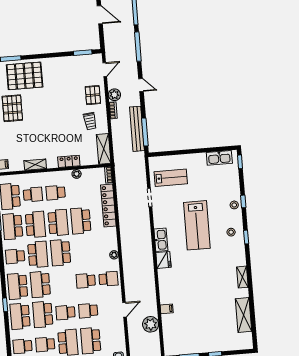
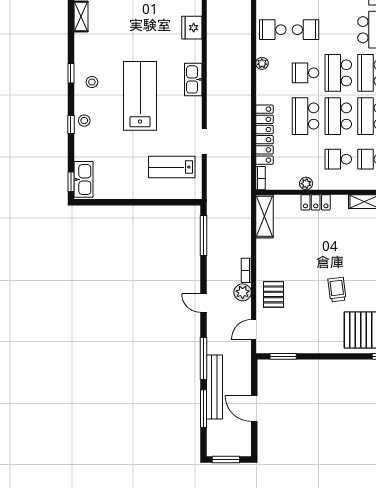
trolley: (90, 121) -> (337, 290), moved
bench: (137, 129) -> (215, 387), moved
kitchen sink: (219, 158) -> (83, 179), moved, turned 90
school desk: (56, 193) -> (338, 159), turned 180
school desk: (81, 221) -> (306, 116), turned 180
school desk: (83, 251) -> (306, 73), added
school desk: (61, 253) -> (338, 73), turned 180
fridge: (163, 260) -> (192, 28), moved

